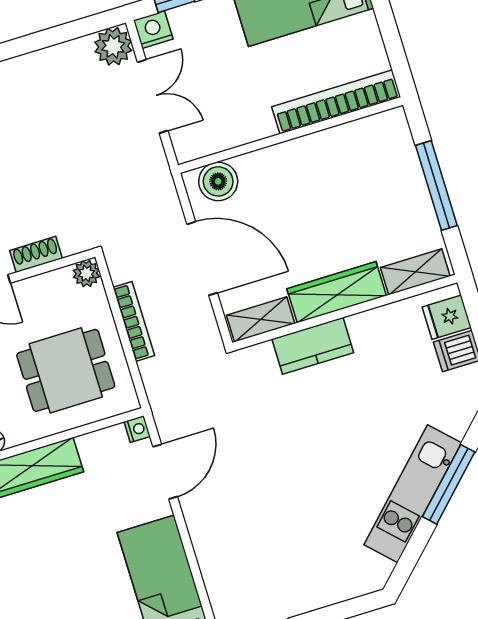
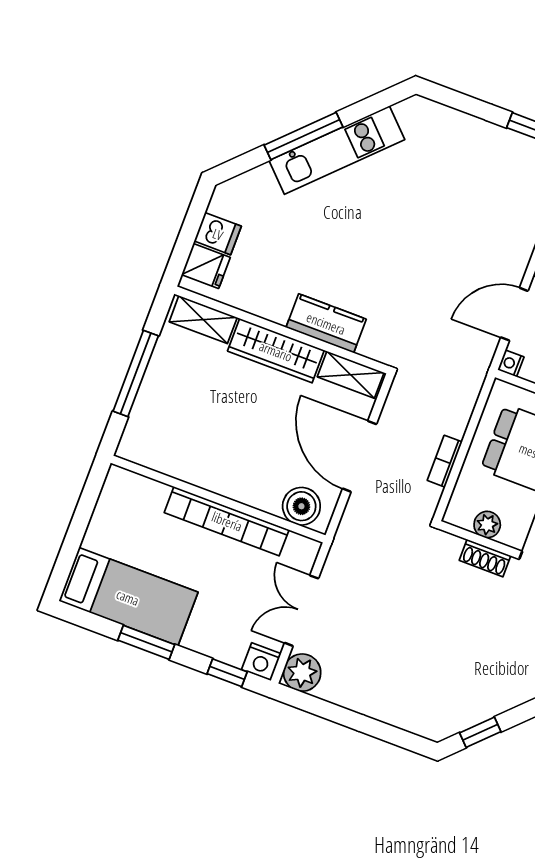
bookcase: (336, 102) -> (227, 521), moved
plant: (86, 274) -> (487, 525), moved
bookcase: (134, 321) -> (445, 461), width x0.64

